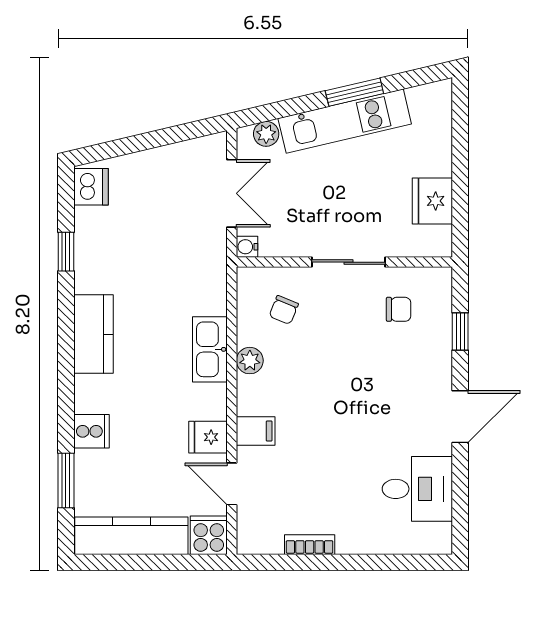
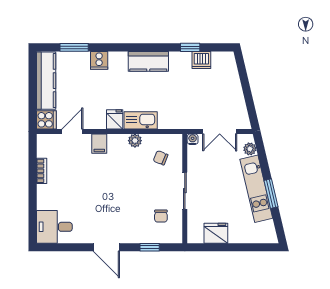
dishwasher: (91, 187) -> (201, 60), moved
fridge: (208, 437) -> (115, 119), moved
desk: (417, 489) -> (54, 227), moved, turned 90

